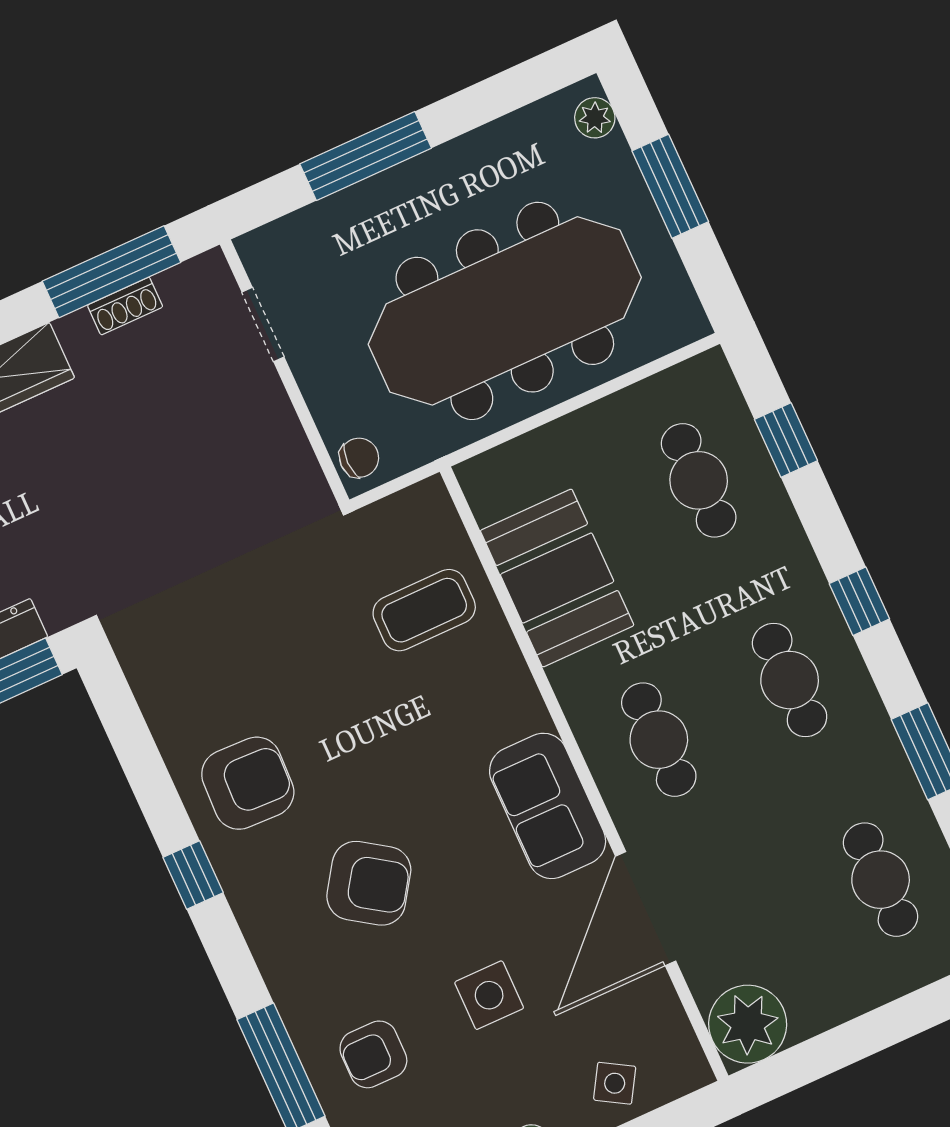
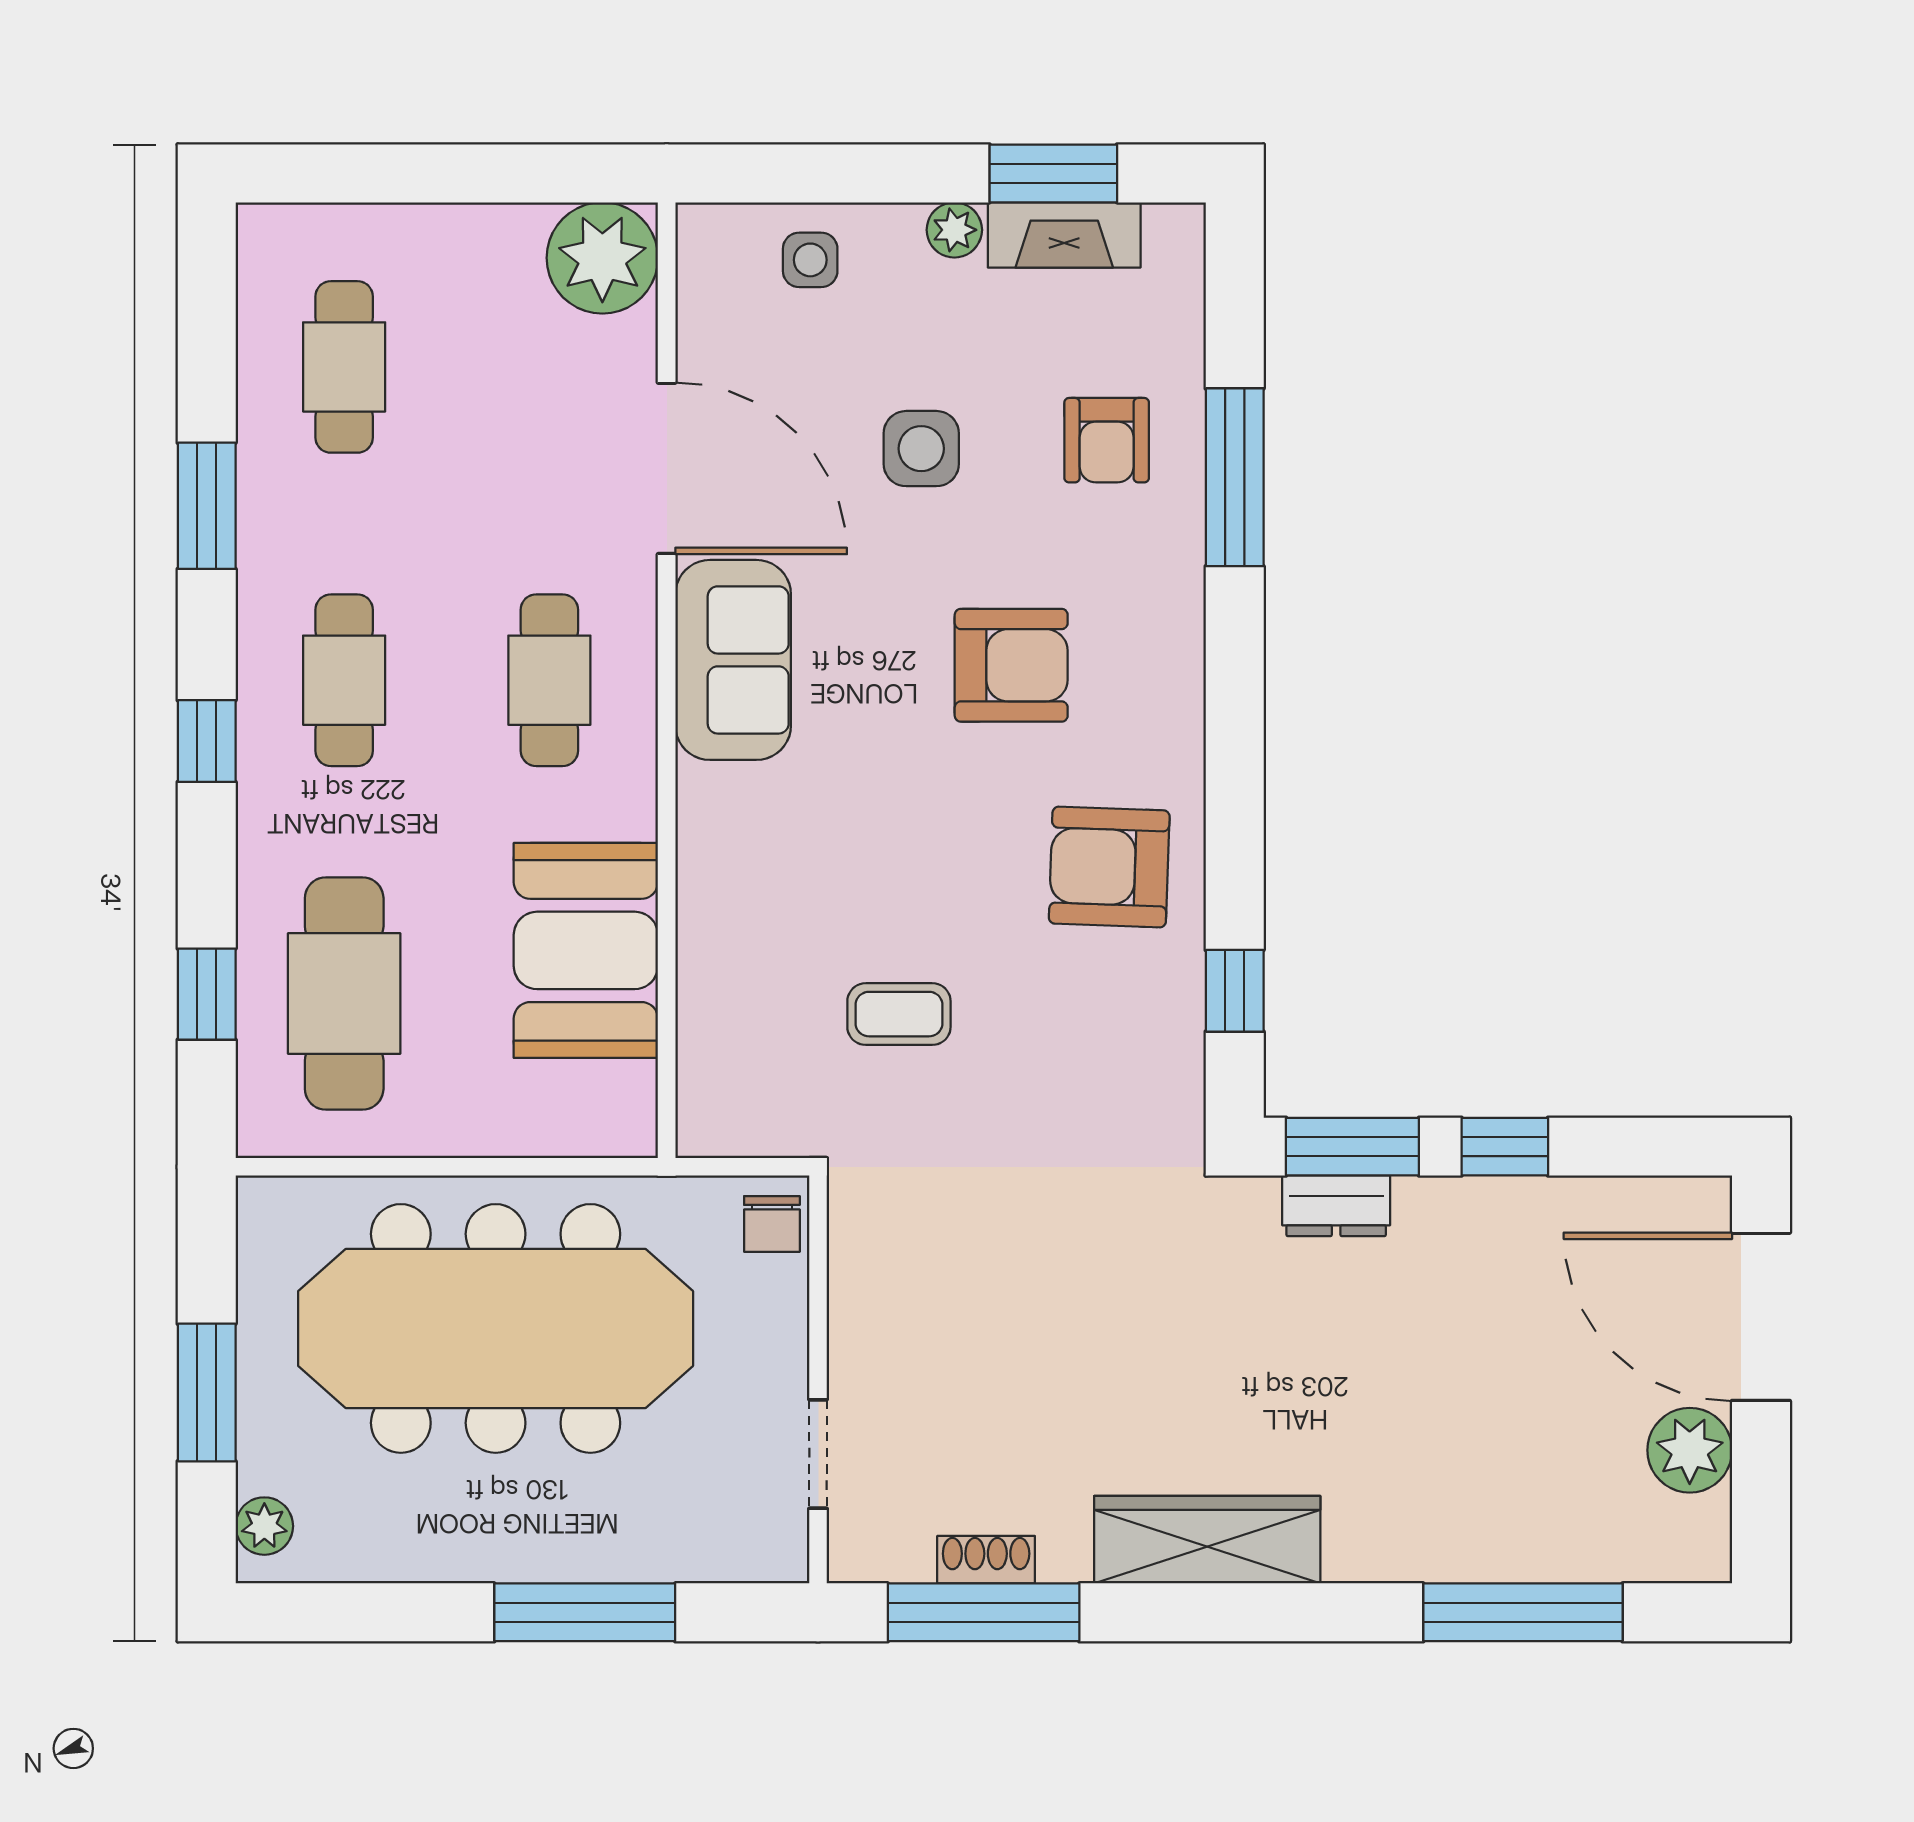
chair: (359, 458) -> (772, 1224), turned -90
cafe table: (699, 480) -> (344, 993), width x1.37, depth x1.35
coffee table: (424, 610) -> (899, 1014), moved, width x0.73, depth x0.77
window: (193, 875) -> (1235, 991), moved
armchair: (369, 883) -> (1011, 665), turned 146
door: (646, 909) -> (667, 468), hinge flipped
armchair: (373, 1054) -> (1107, 440), turned 90
side table: (615, 1083) -> (810, 260), turned -31

